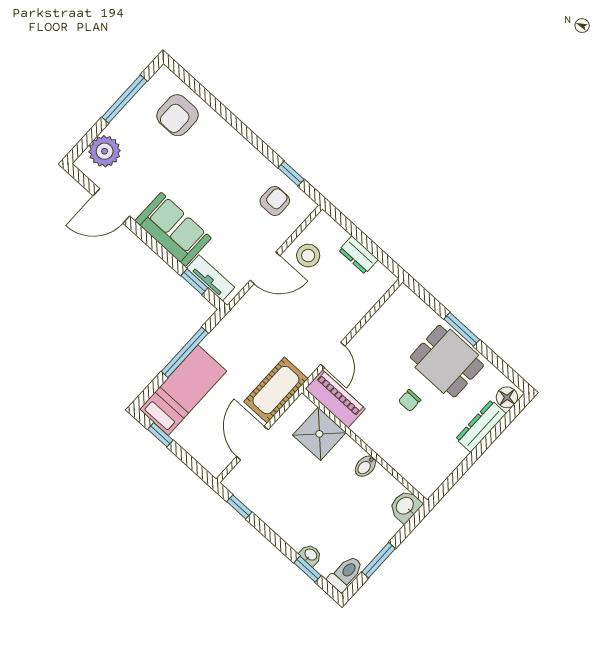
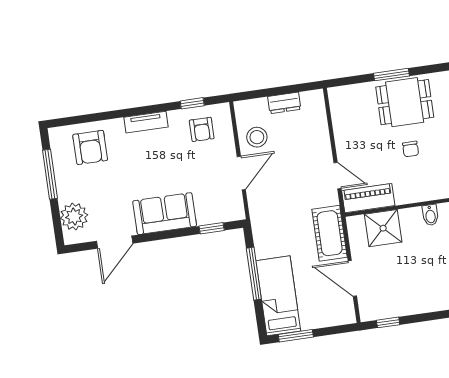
armchair: (275, 201) -> (202, 129), turned 180
tv unit: (211, 278) -> (146, 122), moved, turned 180
window: (160, 435) -> (296, 336), width x1.50

